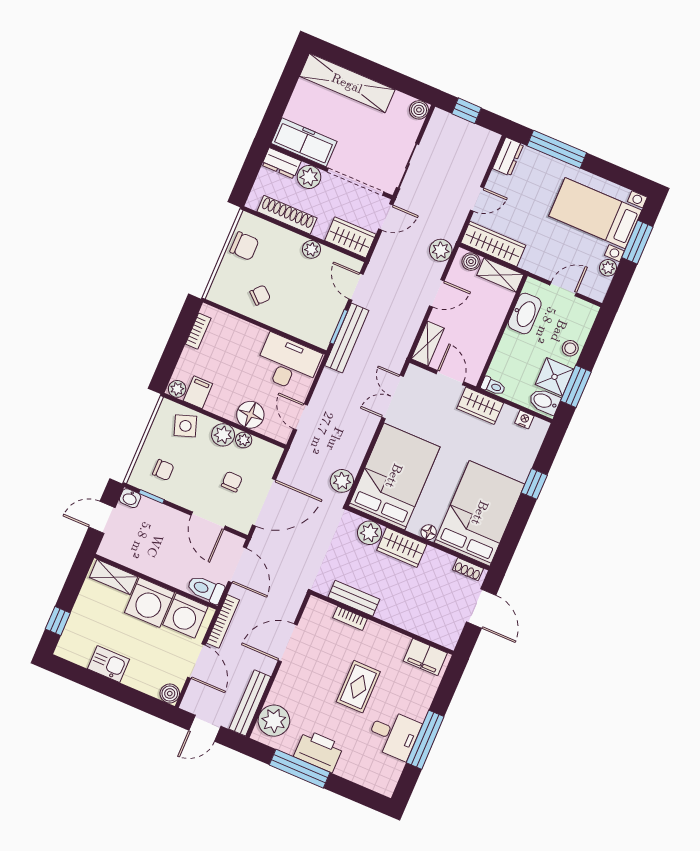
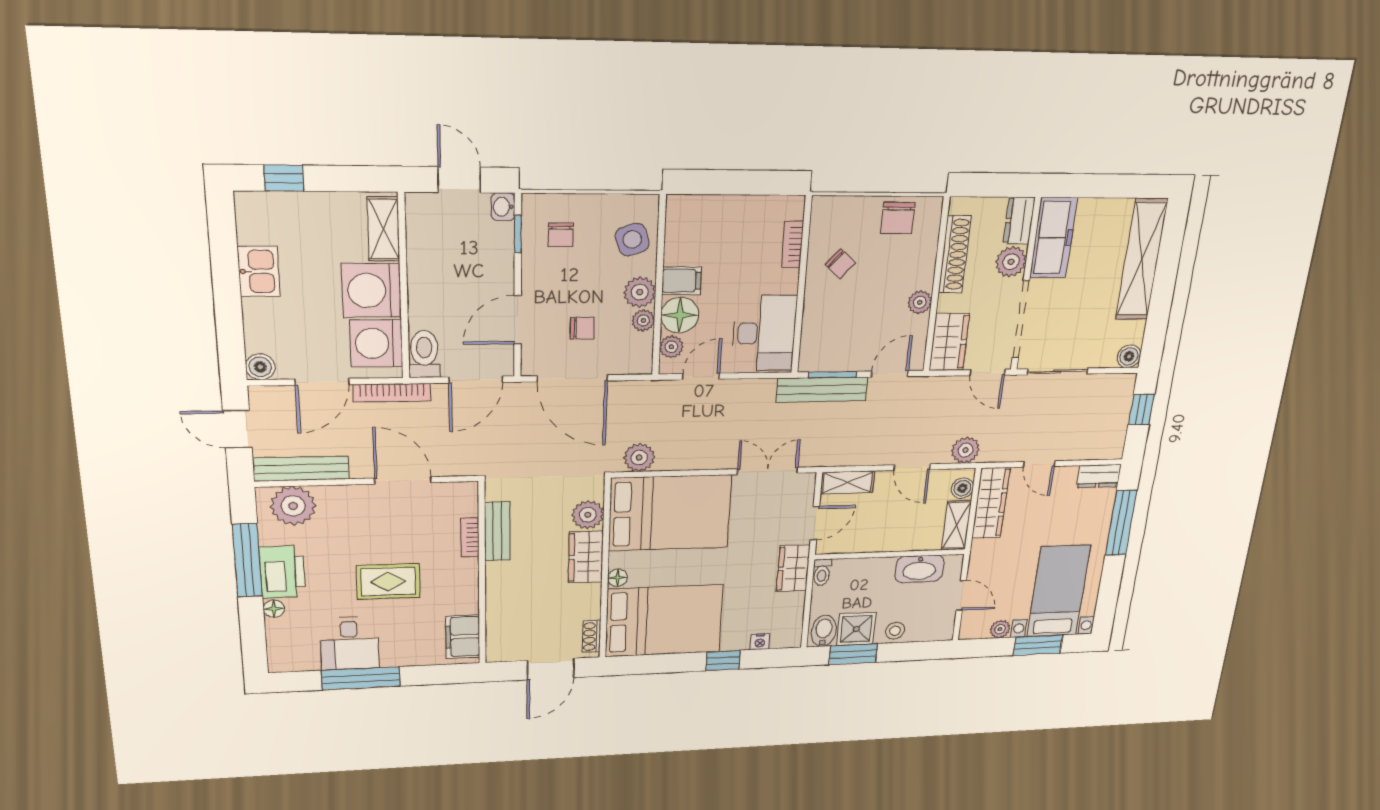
bookcase: (198, 331) -> (793, 244), moved, turned 90
plant: (177, 389) -> (671, 347), moved
filing cabinet: (198, 392) -> (682, 281), moved
nightstand: (524, 419) -> (760, 642), moved, turned 90
floor lamp: (343, 770) -> (274, 609), added

